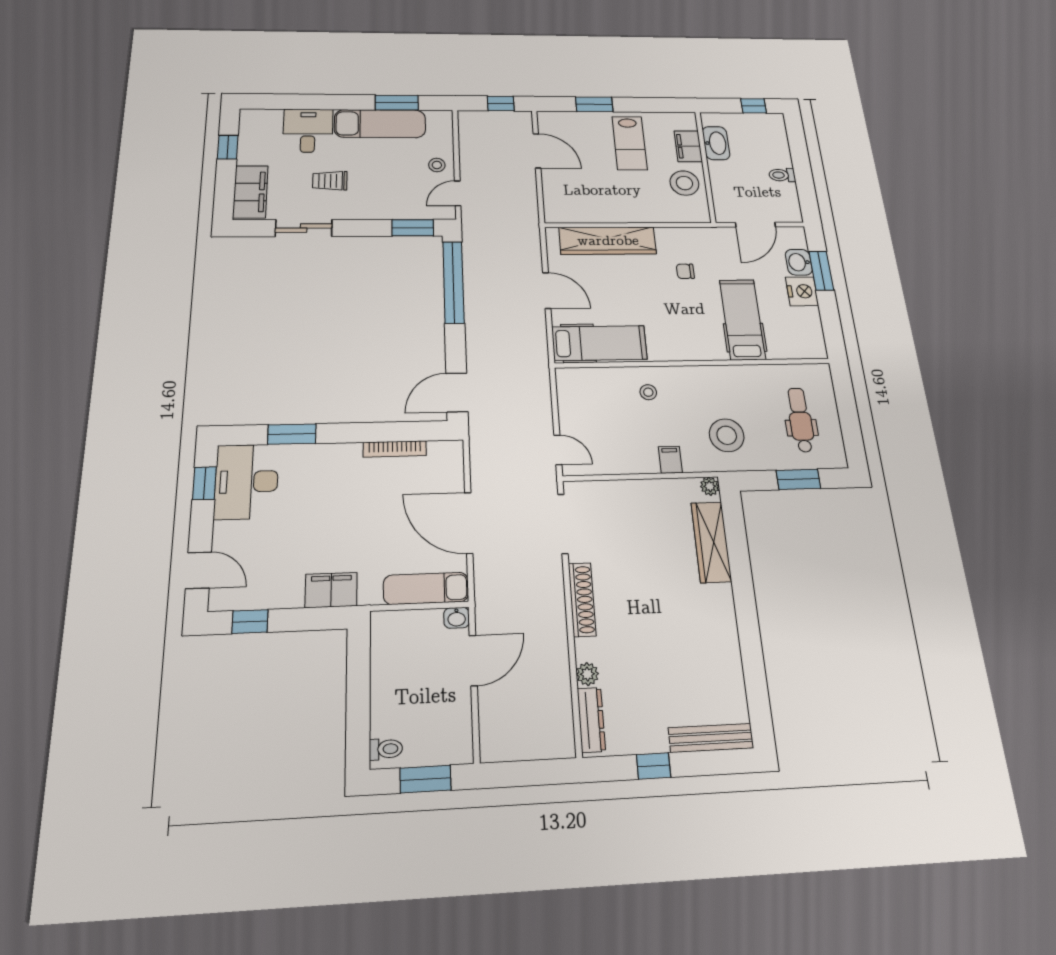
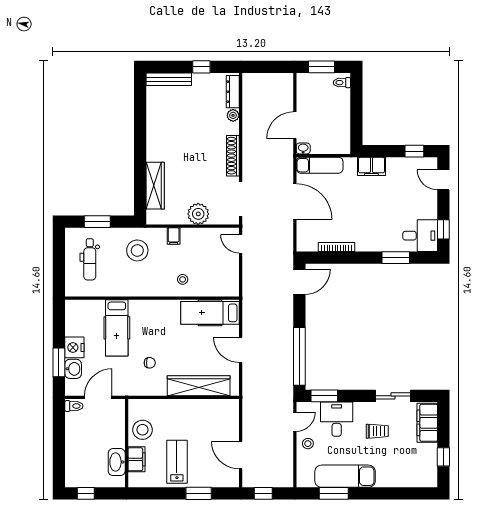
desk: (308, 131) -> (337, 419), moved, turned 180
toilet: (782, 175) -> (74, 406), moved
desk: (246, 482) -> (420, 236), width x0.73
plant: (710, 486) -> (198, 214), moved, width x1.87, depth x1.87

